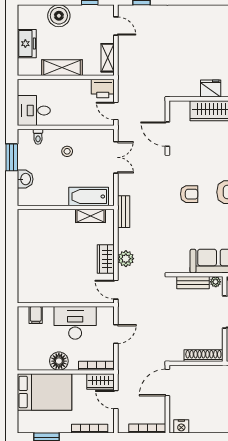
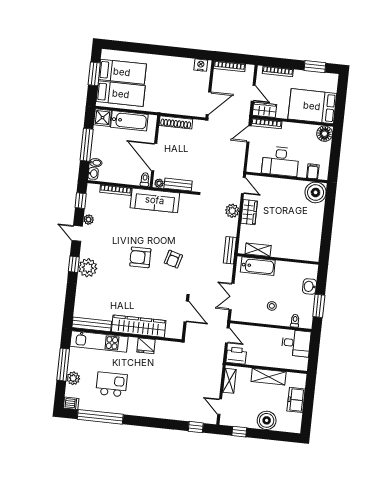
armchair: (189, 194) -> (173, 259), turned -74
boiler: (30, 291) -> (316, 192), added
door: (116, 334) -> (249, 134), moved
floor lamp: (59, 361) -> (325, 134), moved

